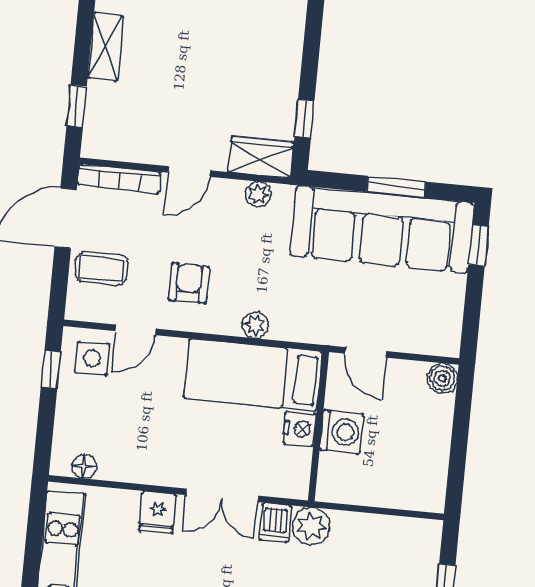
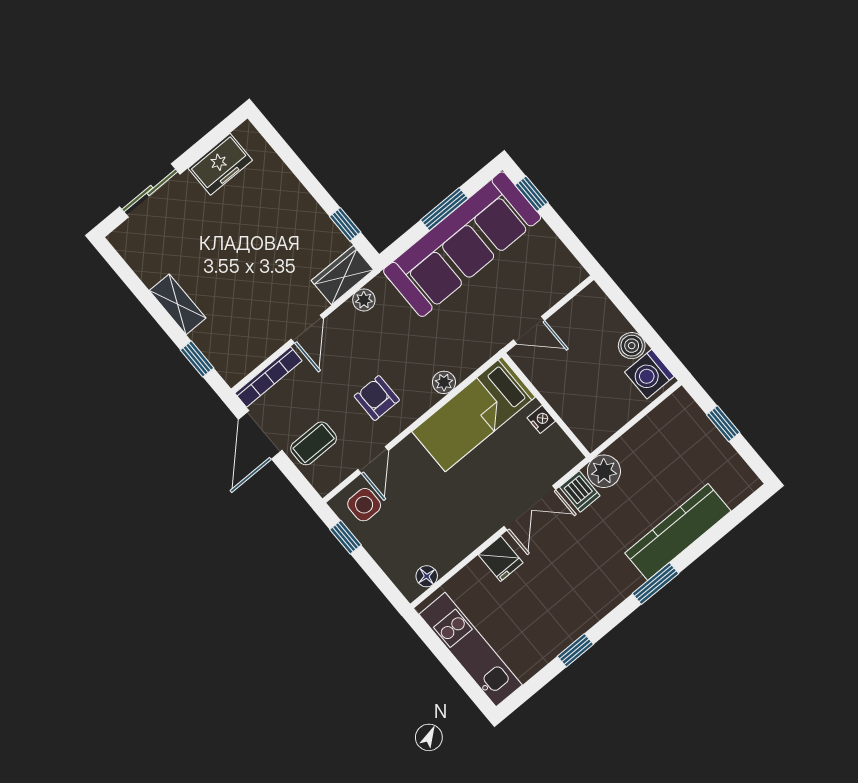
boiler: (442, 378) -> (632, 346), moved
nightstand: (300, 429) -> (541, 419), width x0.72, depth x0.74
washing machine: (341, 432) -> (649, 374), moved, turned 180

